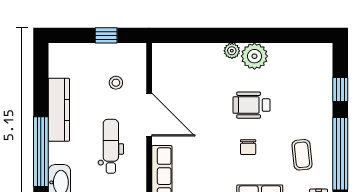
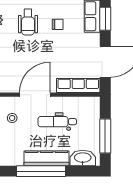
kitchen counter: (59, 110) -> (47, 158), moved
window: (41, 152) -> (41, 171), moved

